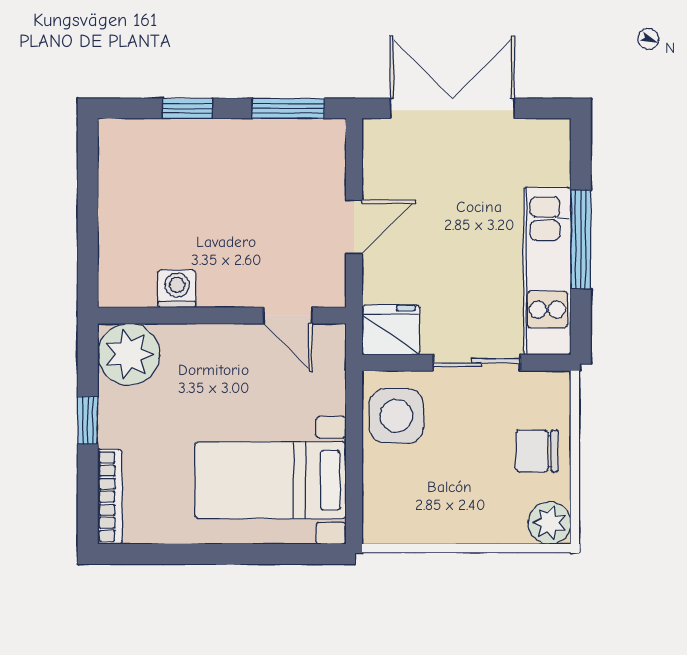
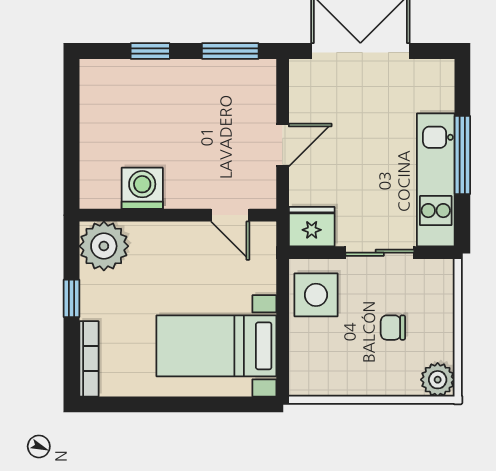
washing machine: (177, 289) -> (142, 188), width x1.38, depth x1.38
chair: (537, 451) -> (393, 328), moved, width x0.73, depth x0.73

